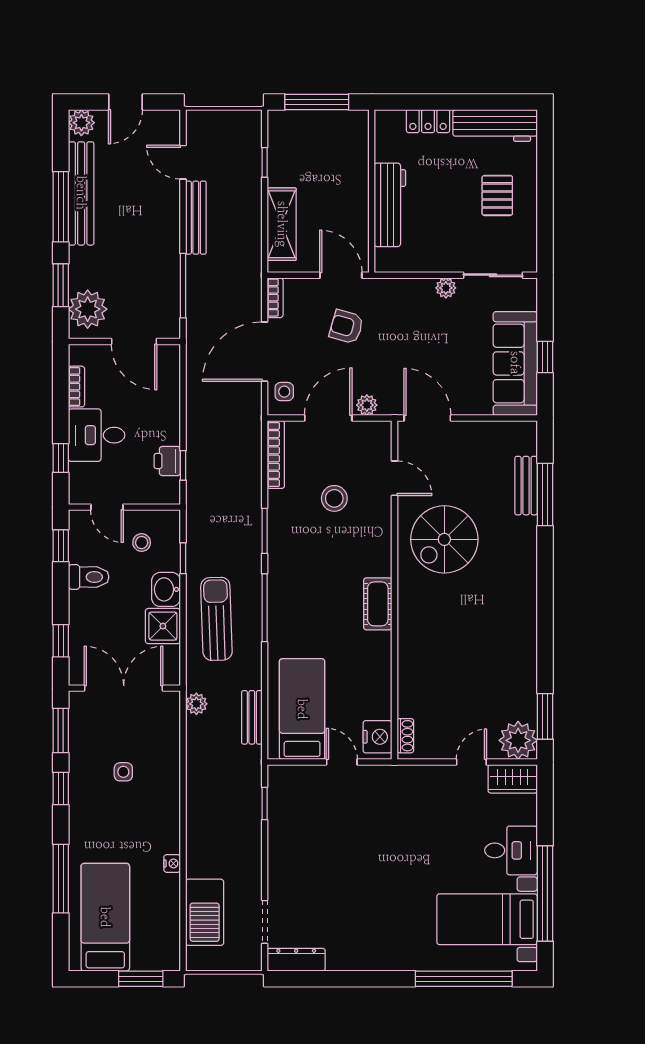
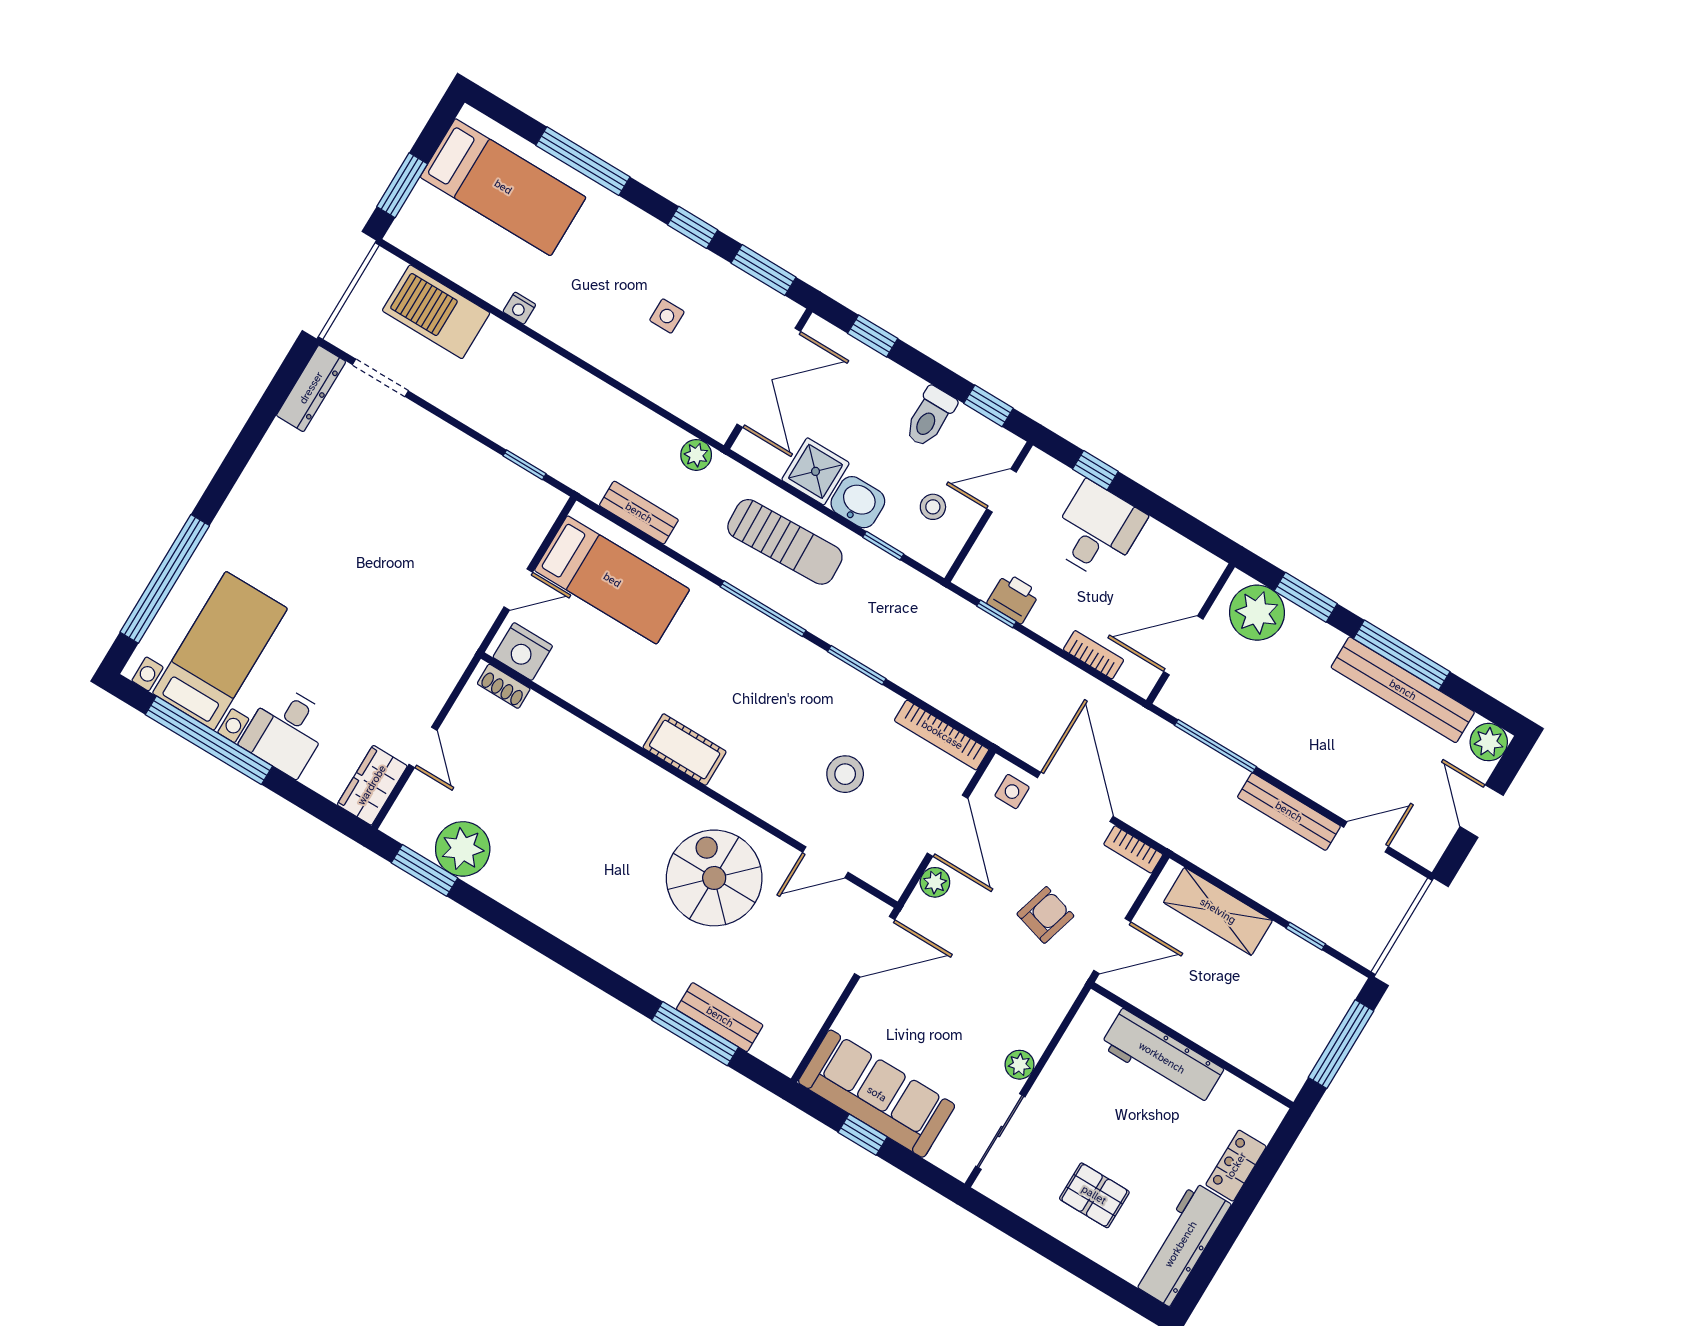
bookcase: (76, 387) -> (1094, 655), moved, turned 180
plant: (518, 740) -> (463, 849), moved

